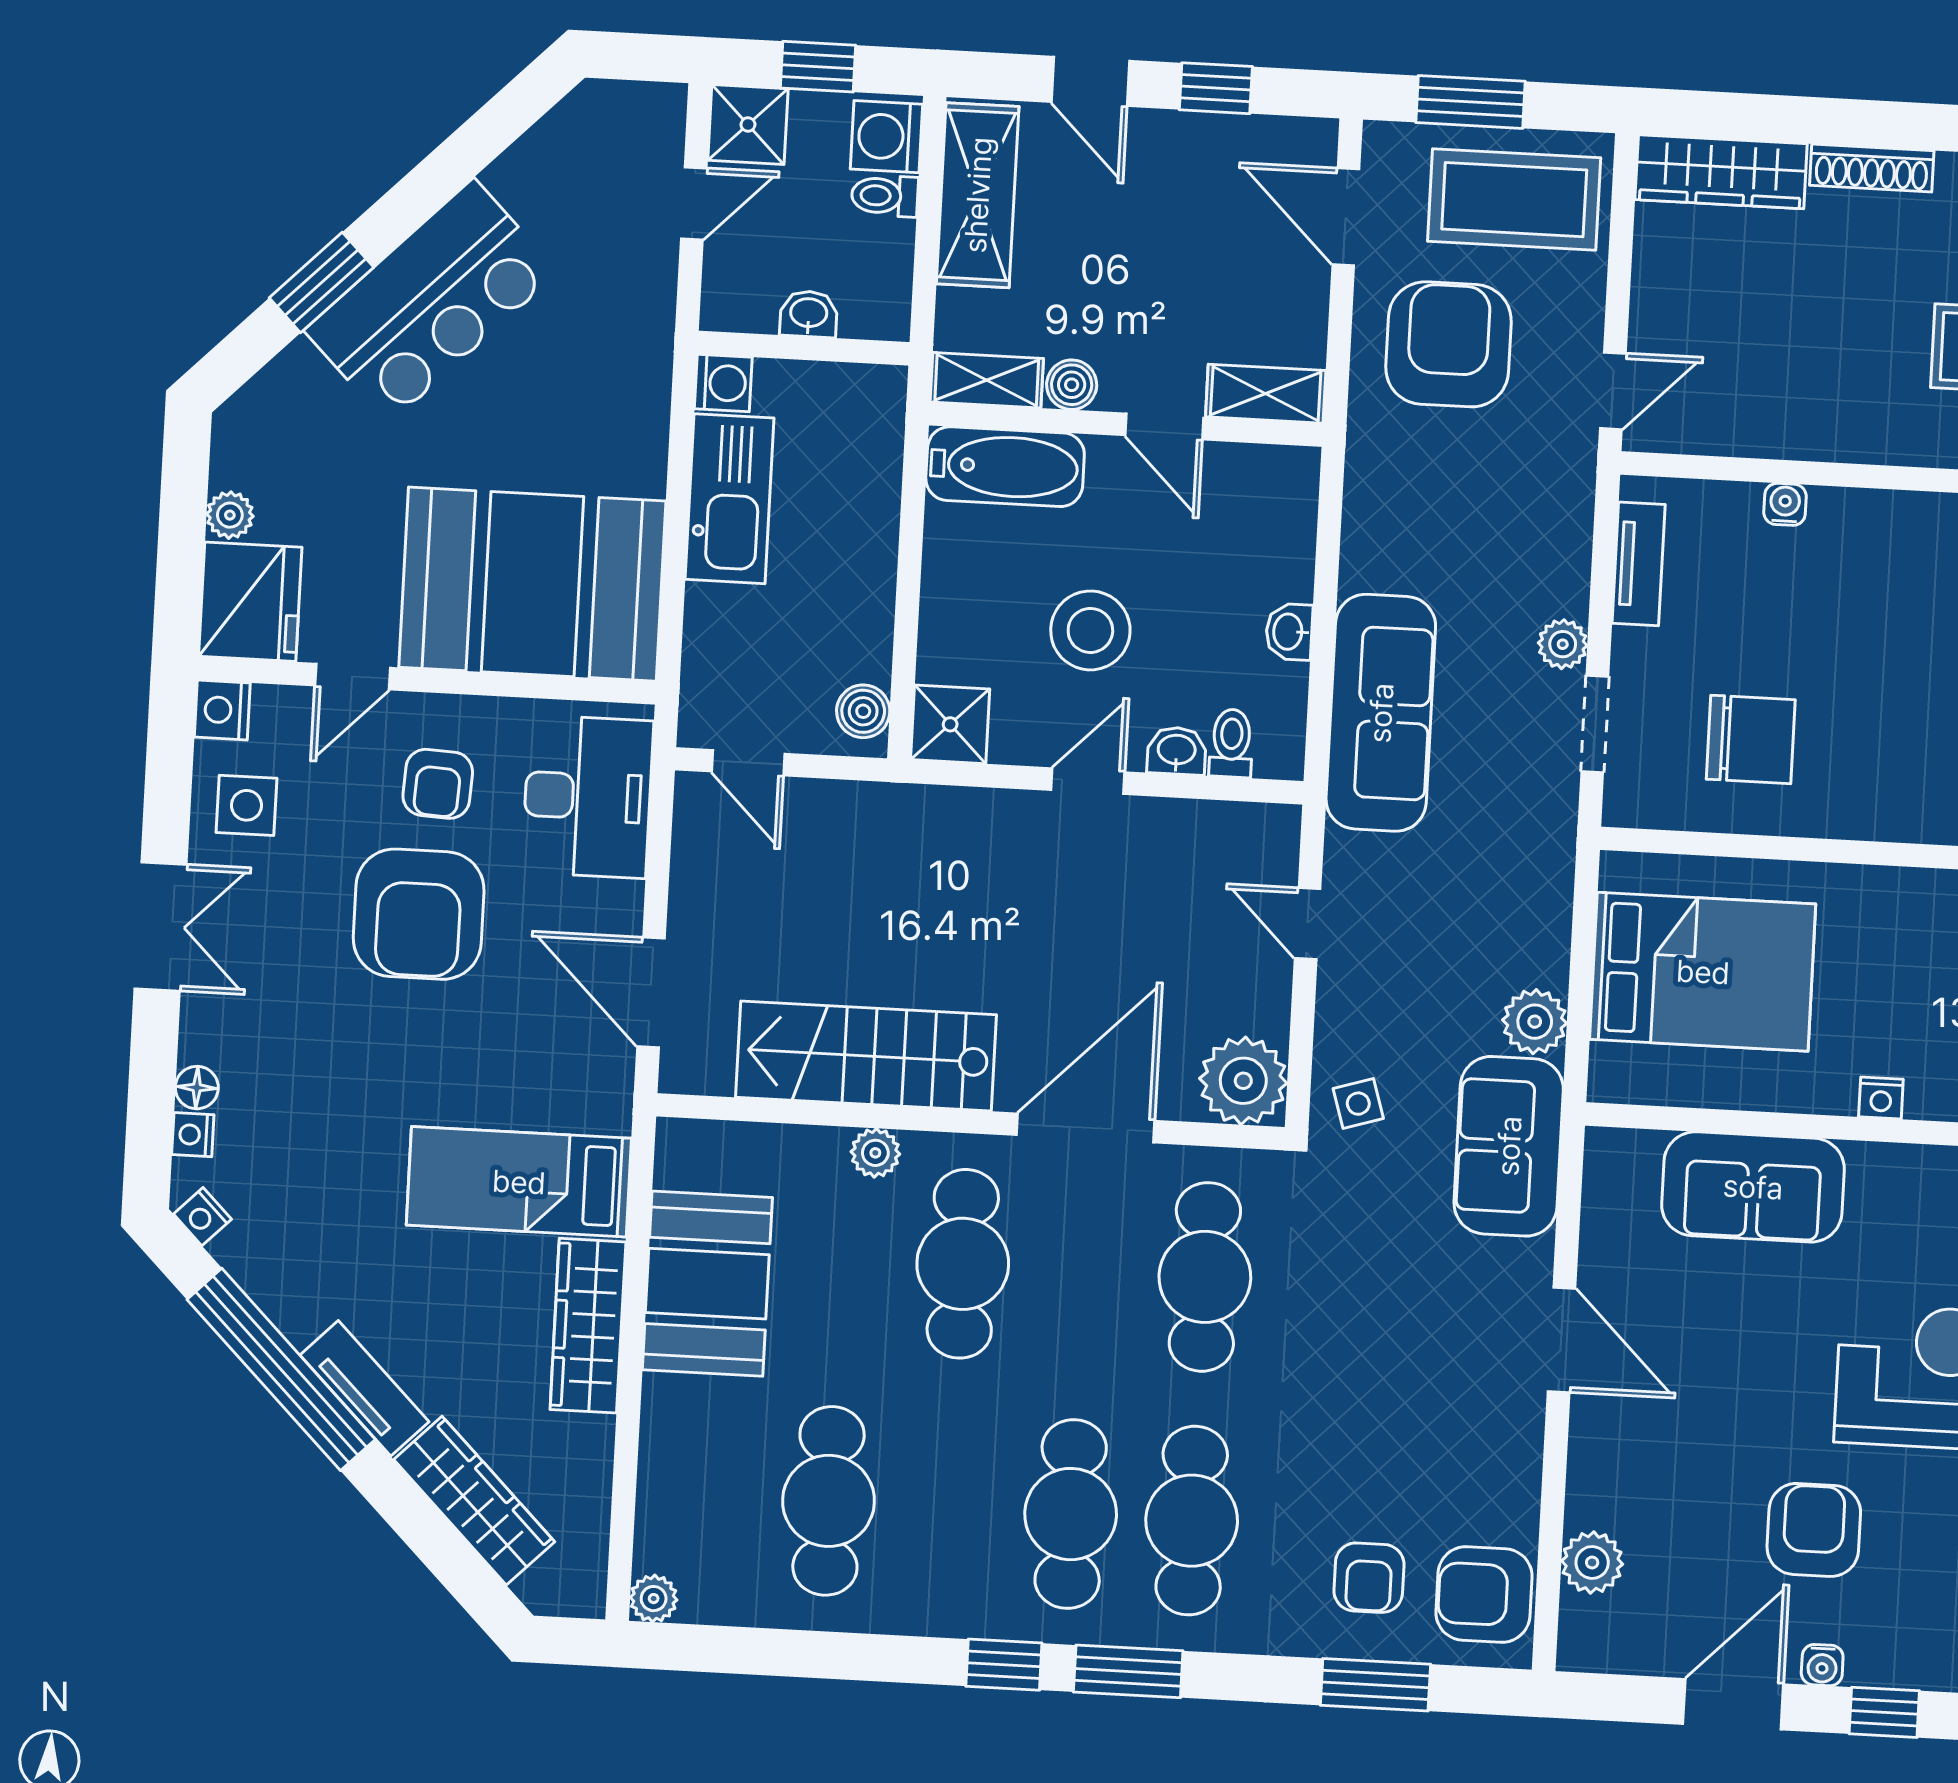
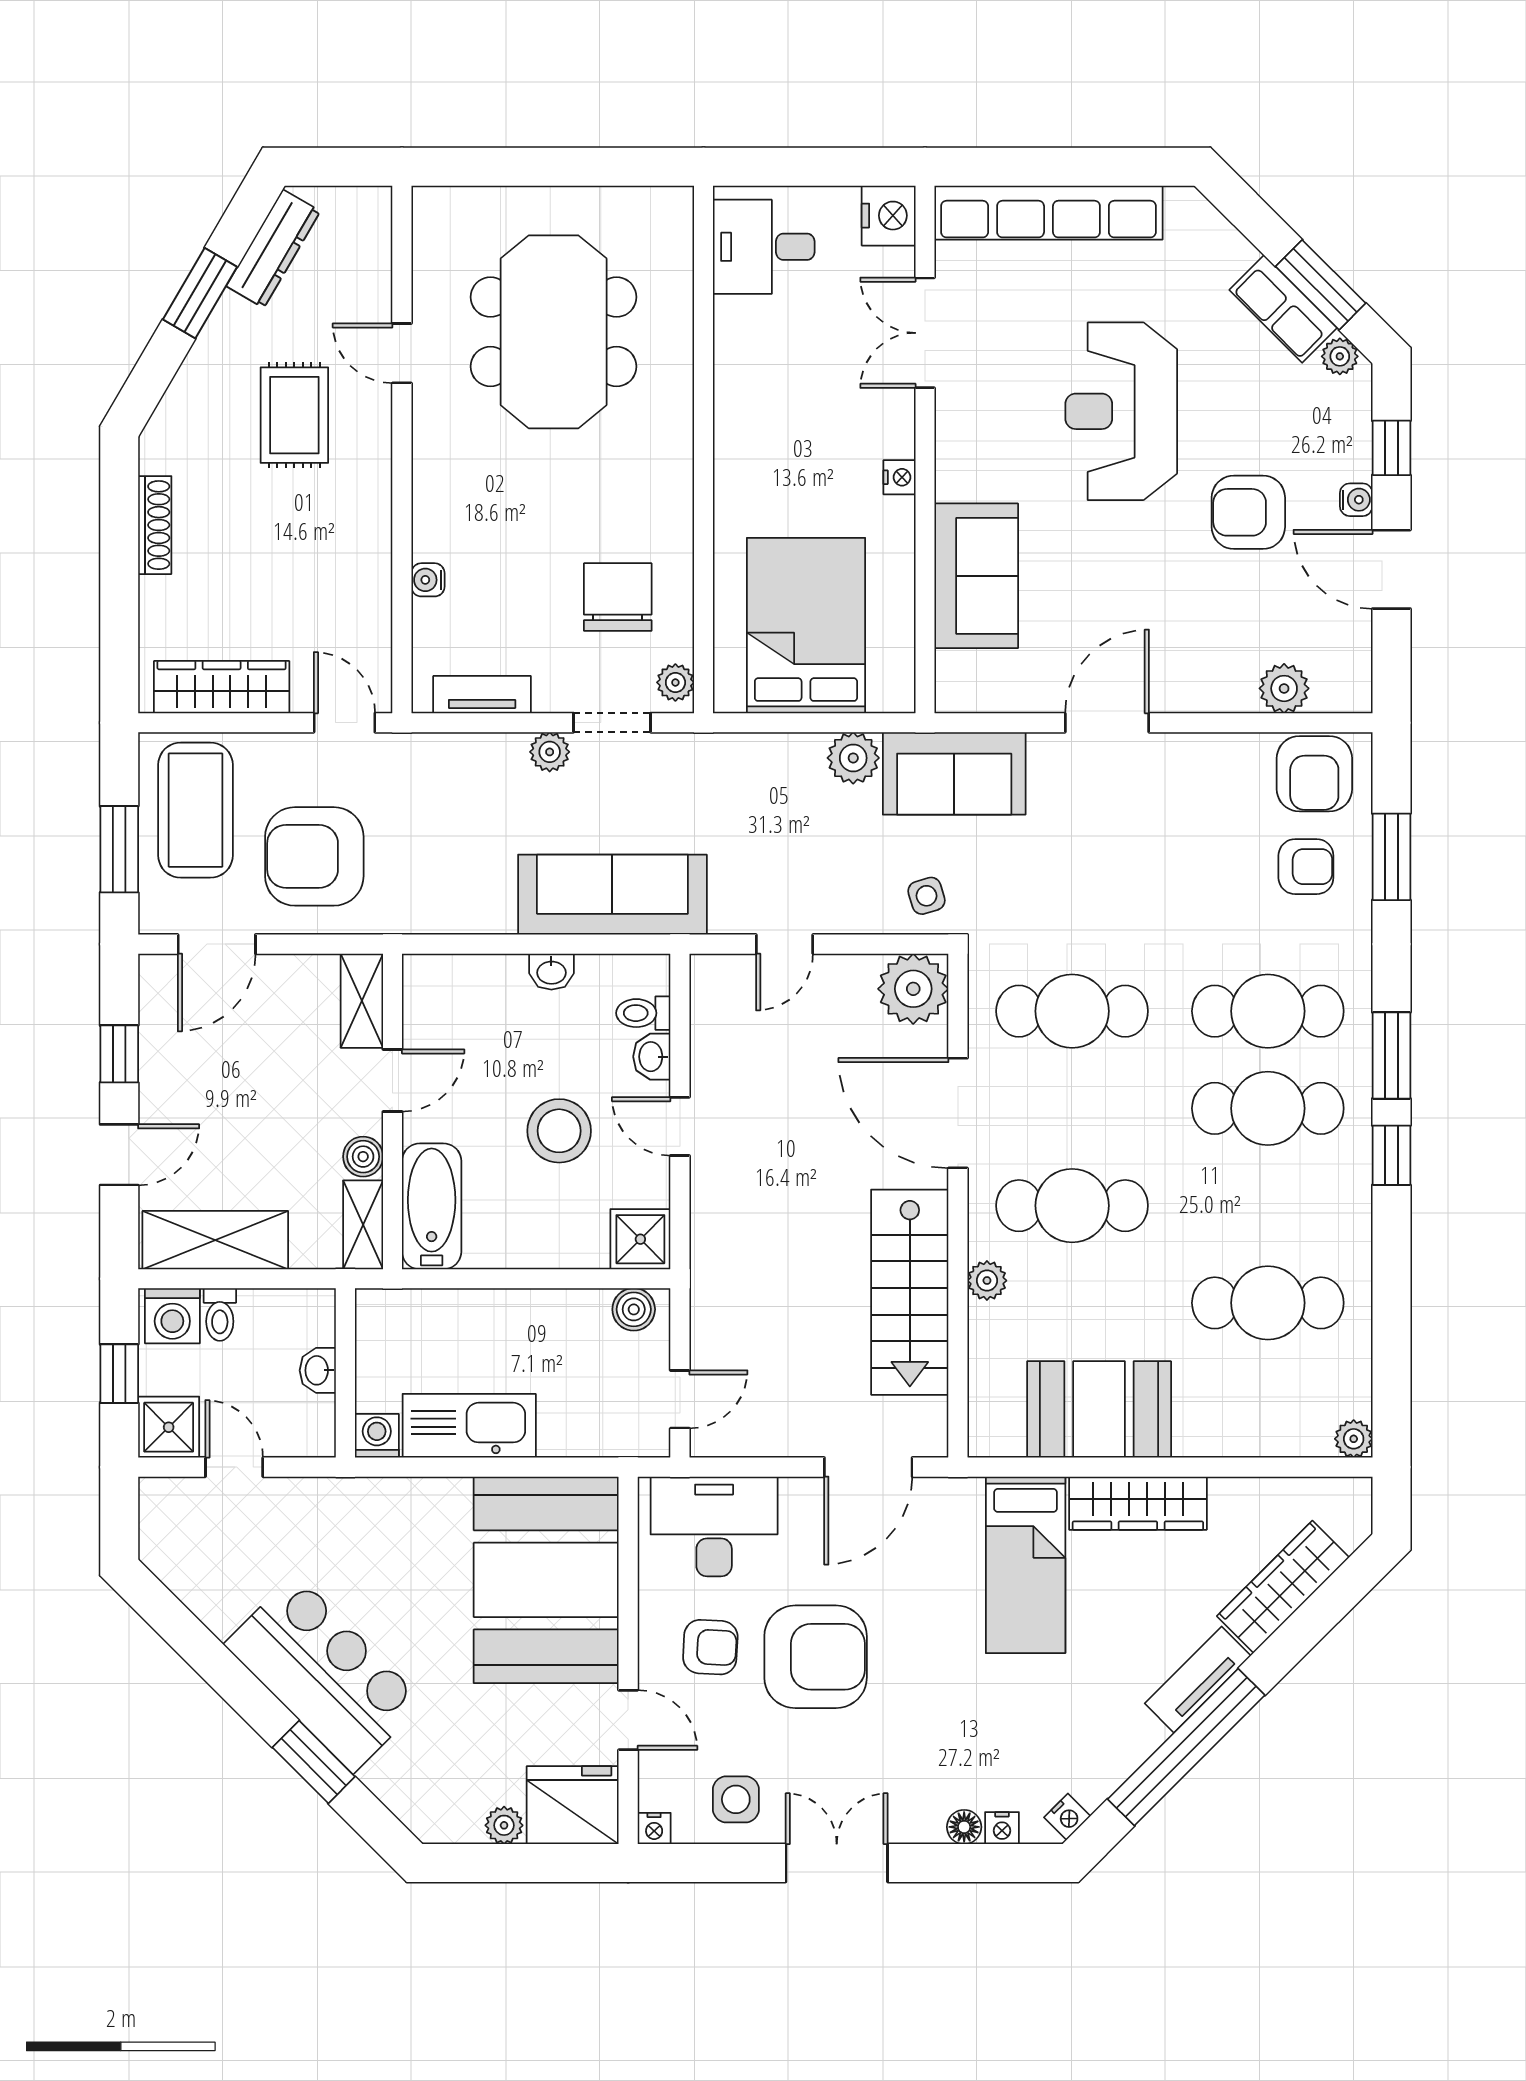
wardrobe: (1721, 172) -> (222, 687), moved, turned -90
nightstand: (222, 710) -> (654, 1828), width x0.72, depth x0.74
plant: (1641, 805) -> (675, 682), added

